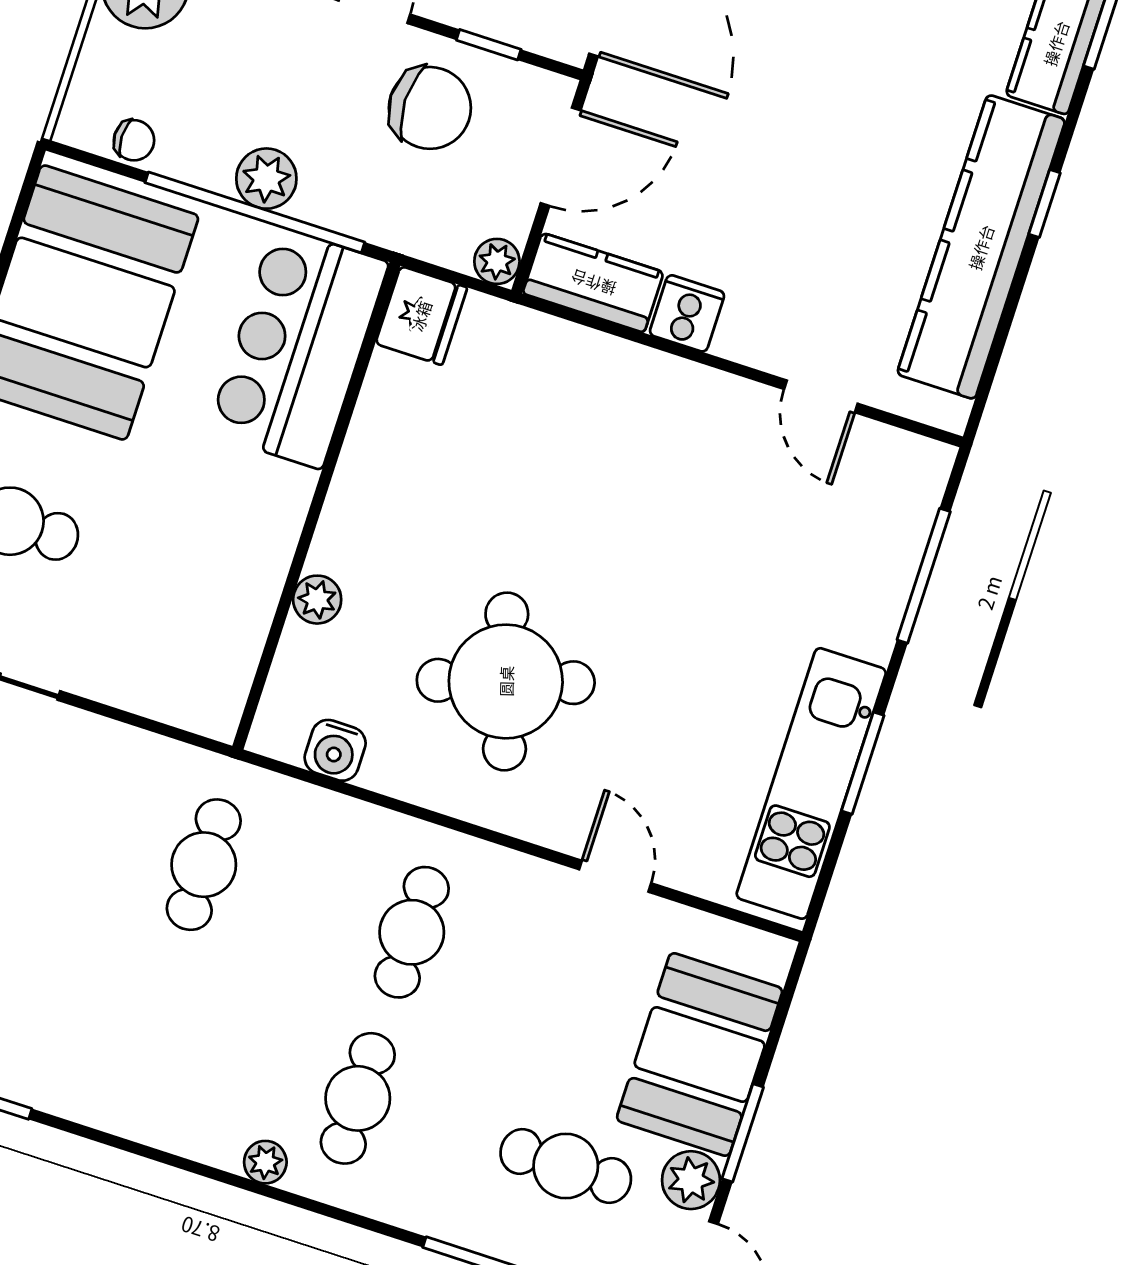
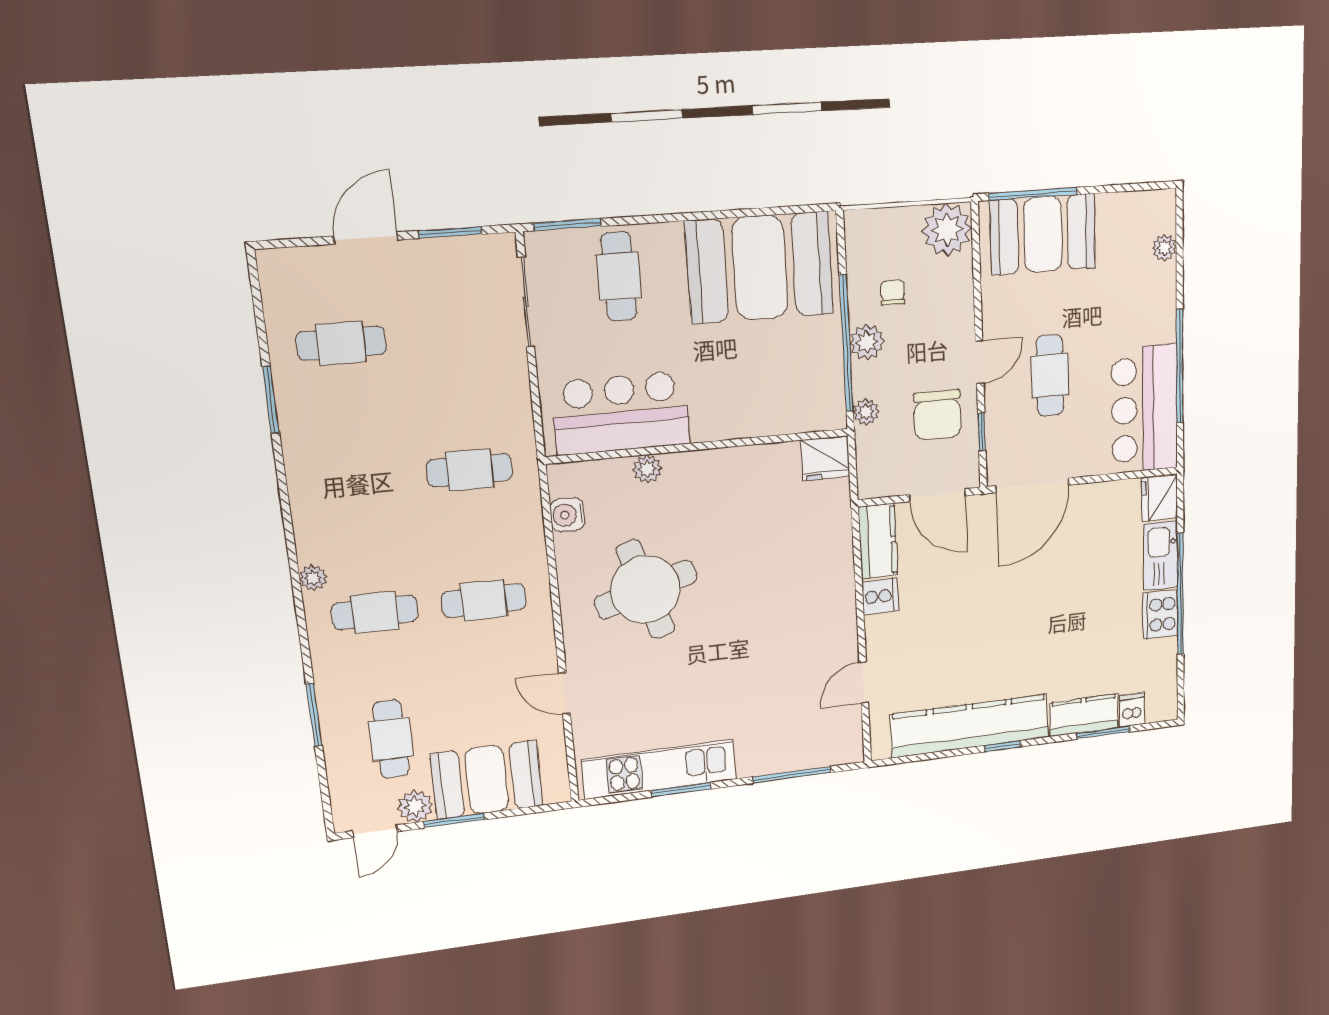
chair: (134, 140) -> (893, 293), moved, turned 180
plant: (497, 261) -> (866, 412), moved
bar counter: (298, 348) -> (621, 413), moved
door: (615, 876) -> (564, 693), swing flipped

